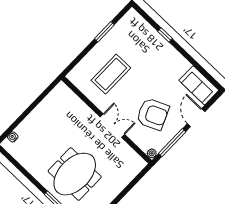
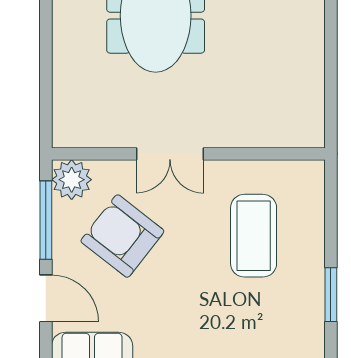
armchair: (153, 114) -> (122, 236), turned 62
plant: (152, 153) -> (72, 180), width x1.87, depth x1.87

